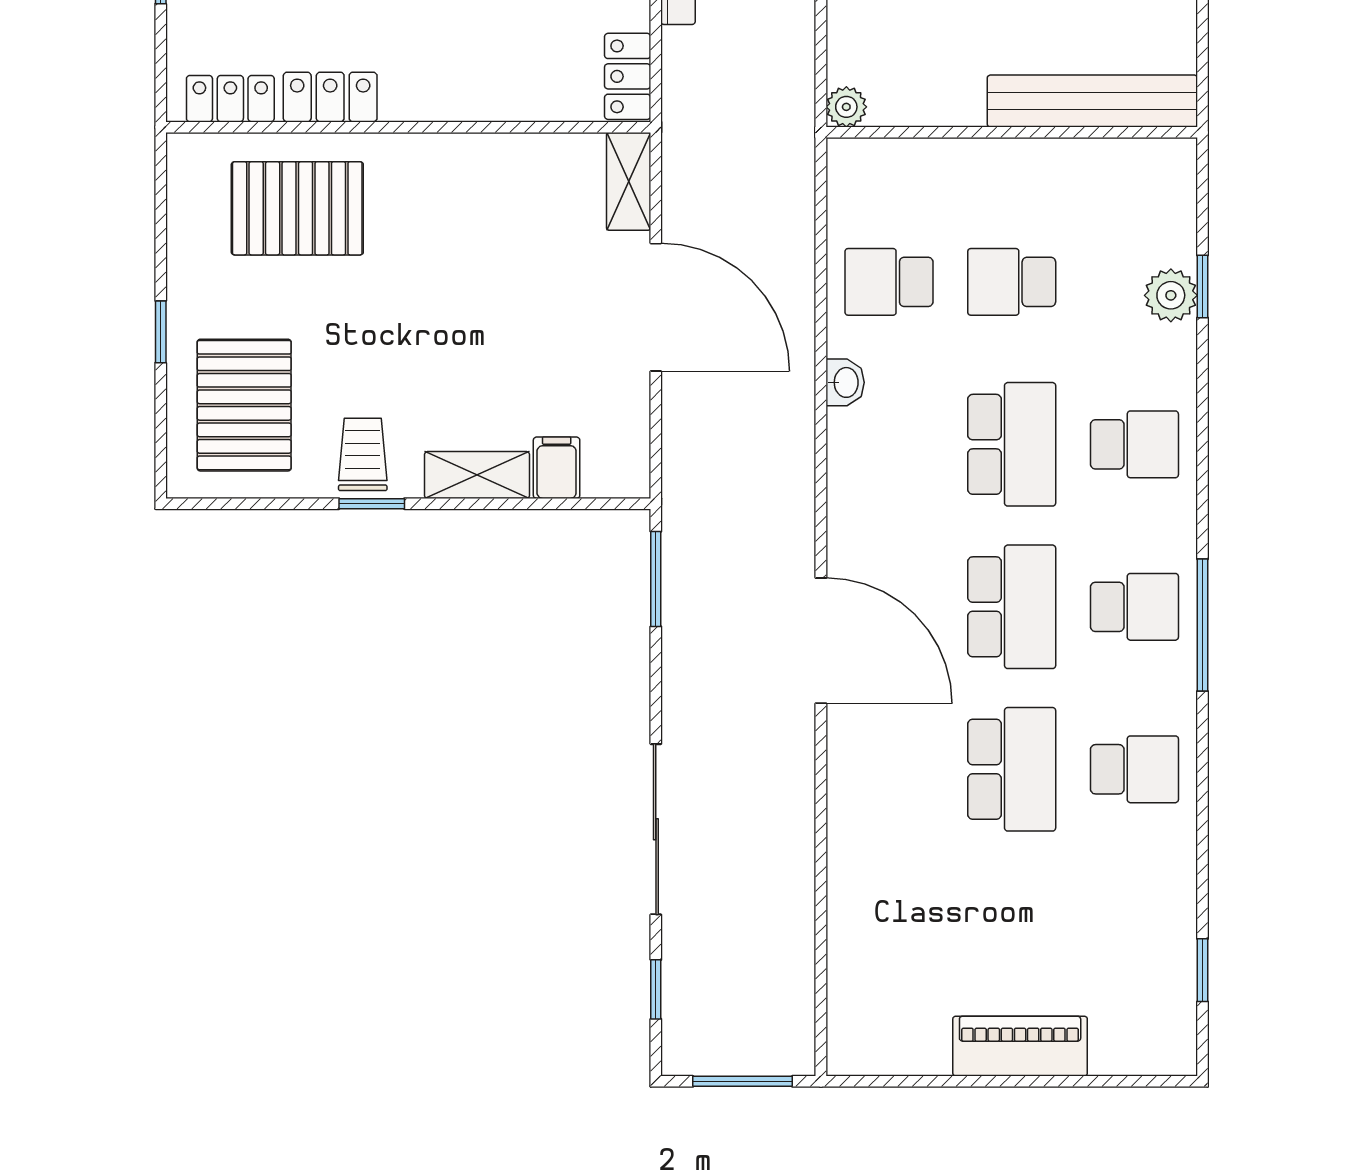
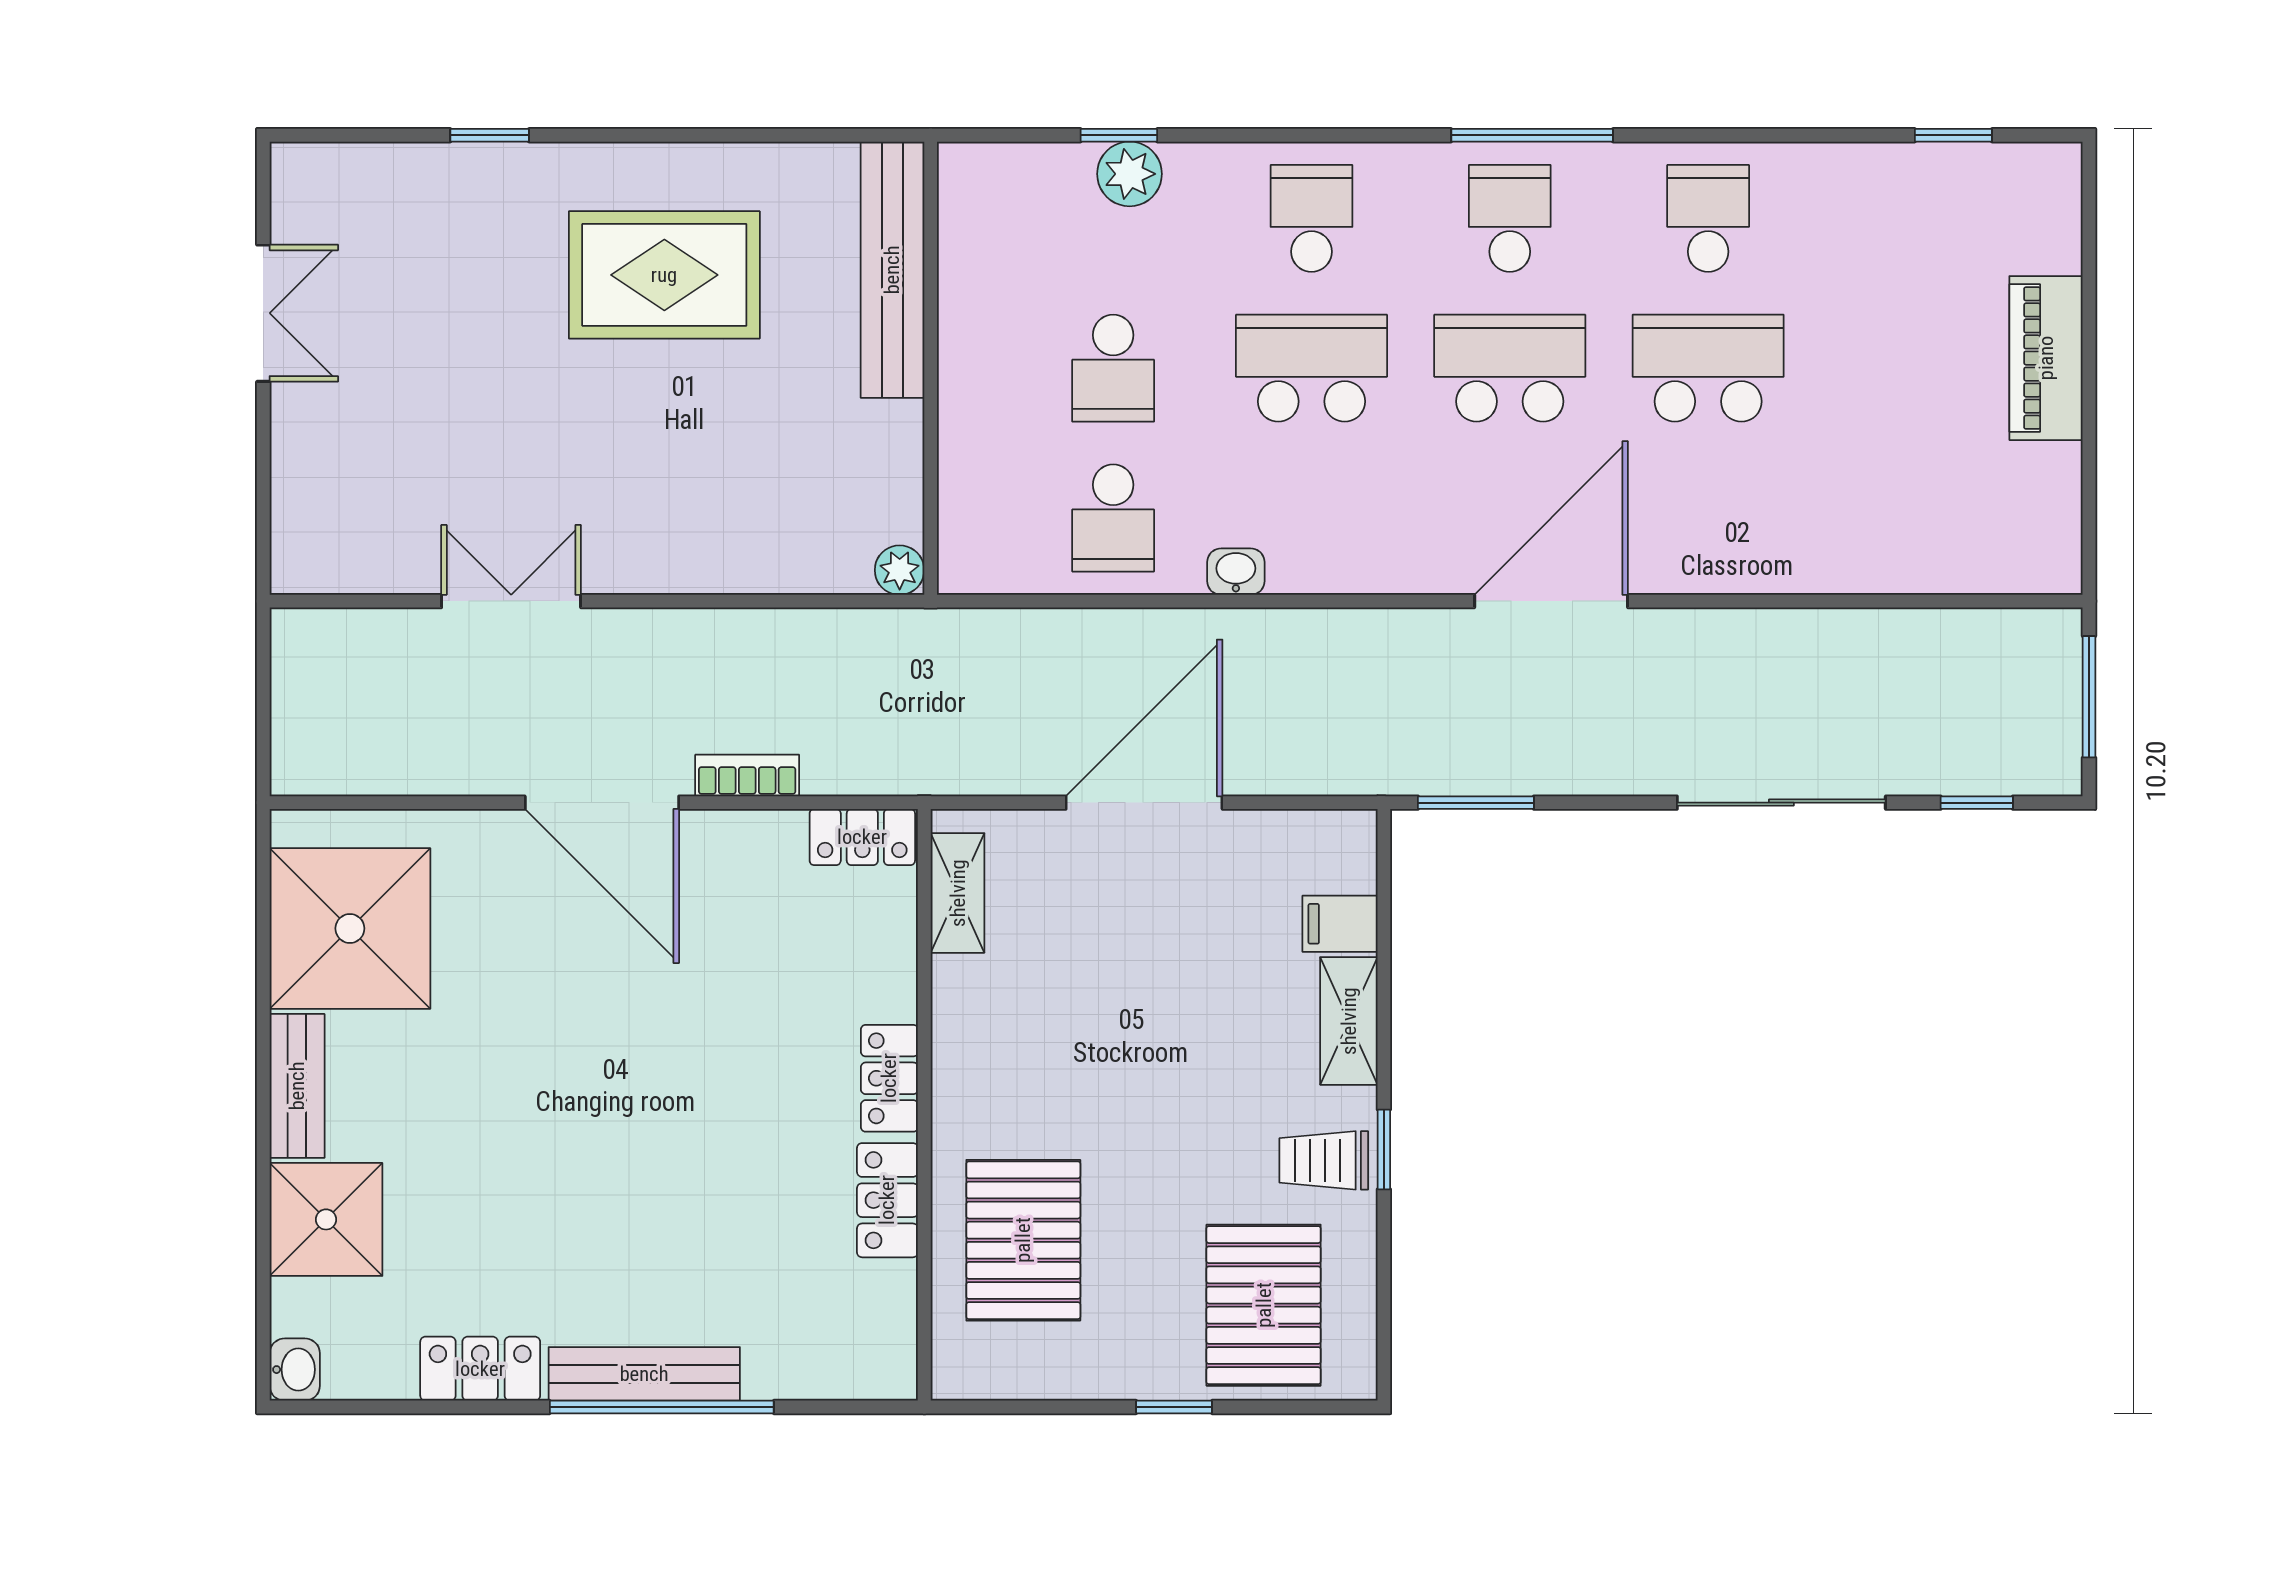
locker: (230, 99) -> (889, 1078), moved
shelving: (629, 181) -> (958, 893), moved, turned 90
pallet: (244, 405) -> (1264, 1305), turned 90

